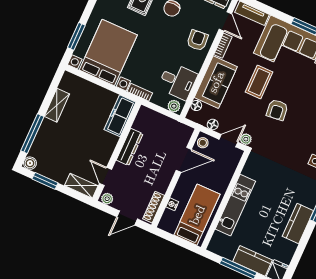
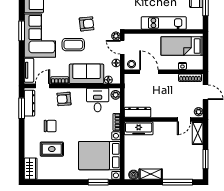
dresser: (130, 147) -> (138, 112), moved
boiler: (30, 163) -> (134, 175), moved

